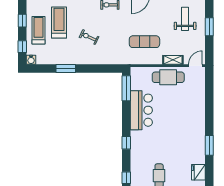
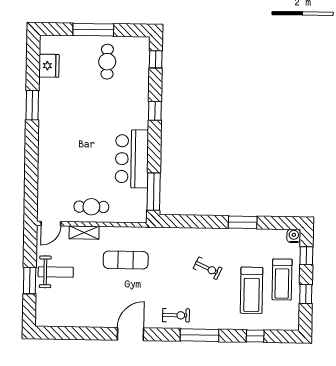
weight bench: (185, 19) -> (56, 272), moved, turned -90
cafe table: (168, 77) -> (91, 207), width x0.73, depth x0.74

